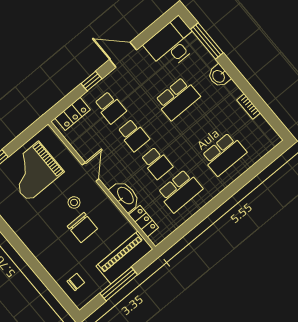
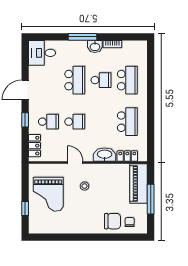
window: (207, 41) -> (82, 37), moved
desk: (172, 44) -> (42, 53), width x0.73
washbasin: (219, 76) -> (95, 47), moved
school desk: (157, 163) -> (101, 80), moved
chair: (82, 227) -> (112, 221), moved

